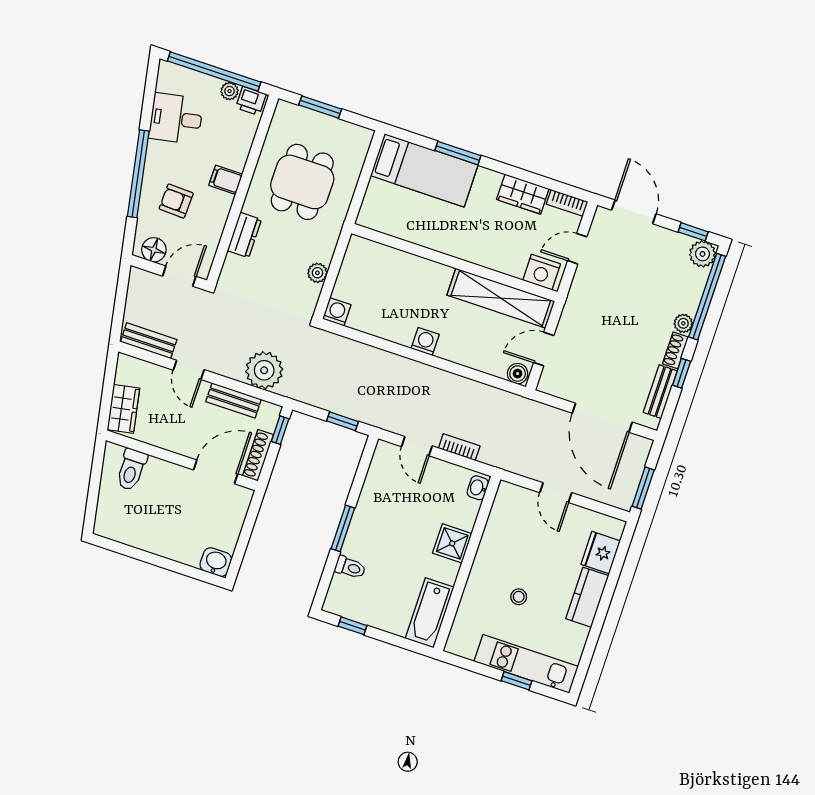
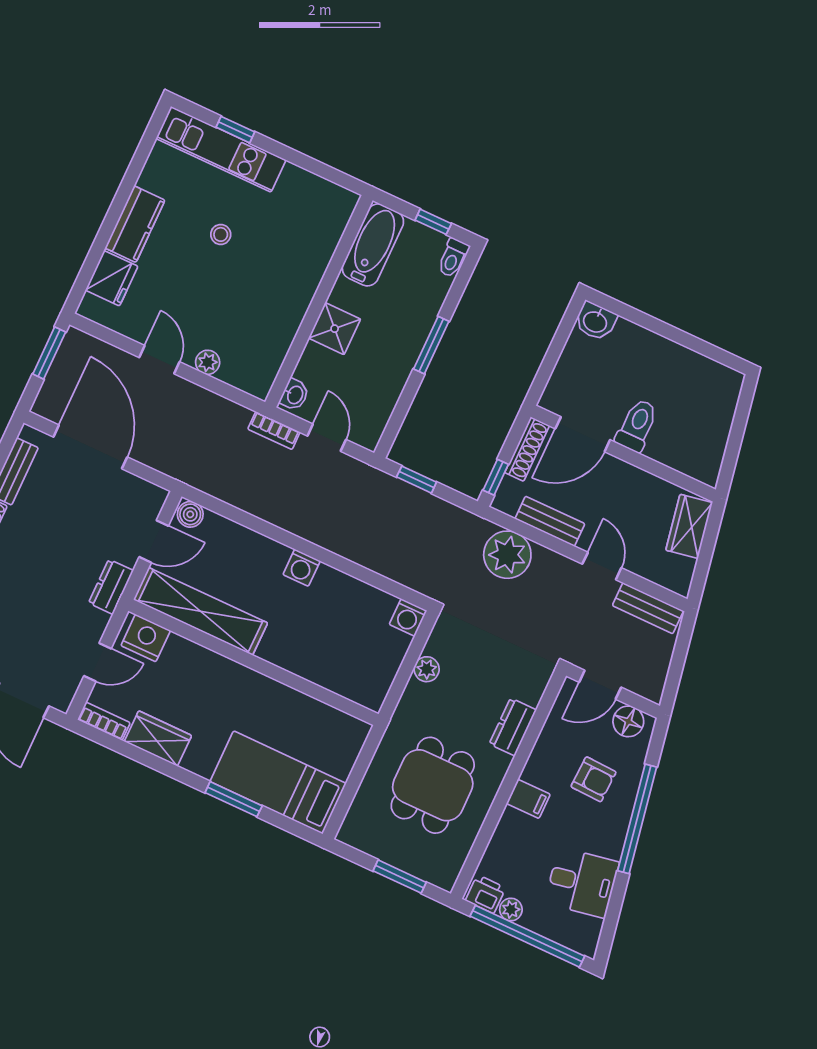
dresser: (574, 309) -> (111, 587), added
toilet: (131, 470) -> (637, 425), moved
washbasin: (478, 488) -> (295, 395), moved
plant: (518, 495) -> (208, 362), added
shower: (452, 543) -> (335, 329), moved
wall: (467, 564) -> (319, 301), moved
toilet: (350, 567) -> (453, 258), moved, turned -90
bathtub: (430, 613) -> (373, 245), moved

